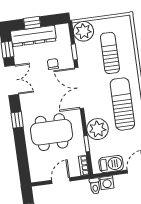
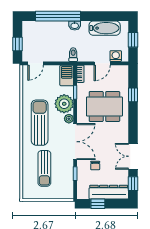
window: (32, 23) -> (98, 204), moved
plant: (83, 31) -> (69, 119), moved, width x0.53, depth x0.53
sun lounger: (122, 104) -> (40, 123), turned 180
window: (17, 120) -> (133, 95), moved
barbecue: (111, 164) -> (67, 75), moved, turned 90
washing machine: (107, 183) -> (116, 56), moved

